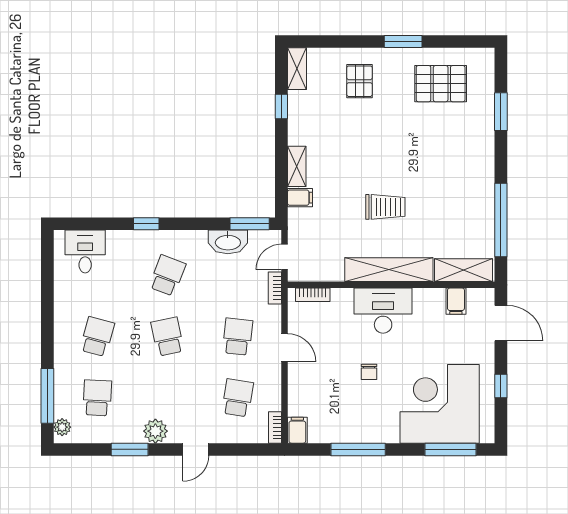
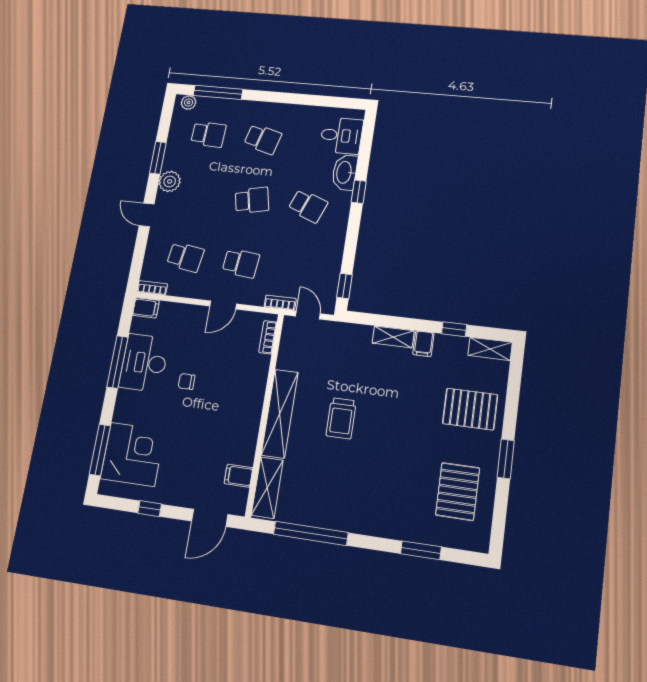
pallet: (359, 81) -> (470, 409), width x1.50, depth x1.42
filing cabinet: (300, 198) -> (423, 344), moved
window: (250, 224) -> (344, 286), width x0.67
washbasin: (228, 242) -> (345, 172), moved
desk: (383, 311) -> (144, 363), moved, turned 180
corner desk: (440, 404) -> (133, 454), width x0.74, depth x0.74

